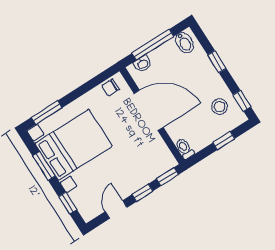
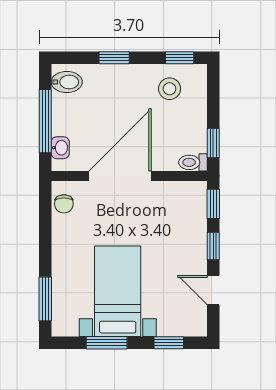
window: (224, 141) -> (213, 143), moved
bed with nightstands: (74, 145) -> (118, 291), width x0.73

